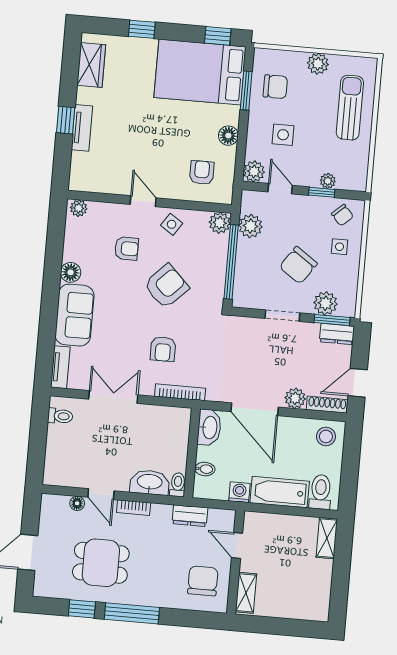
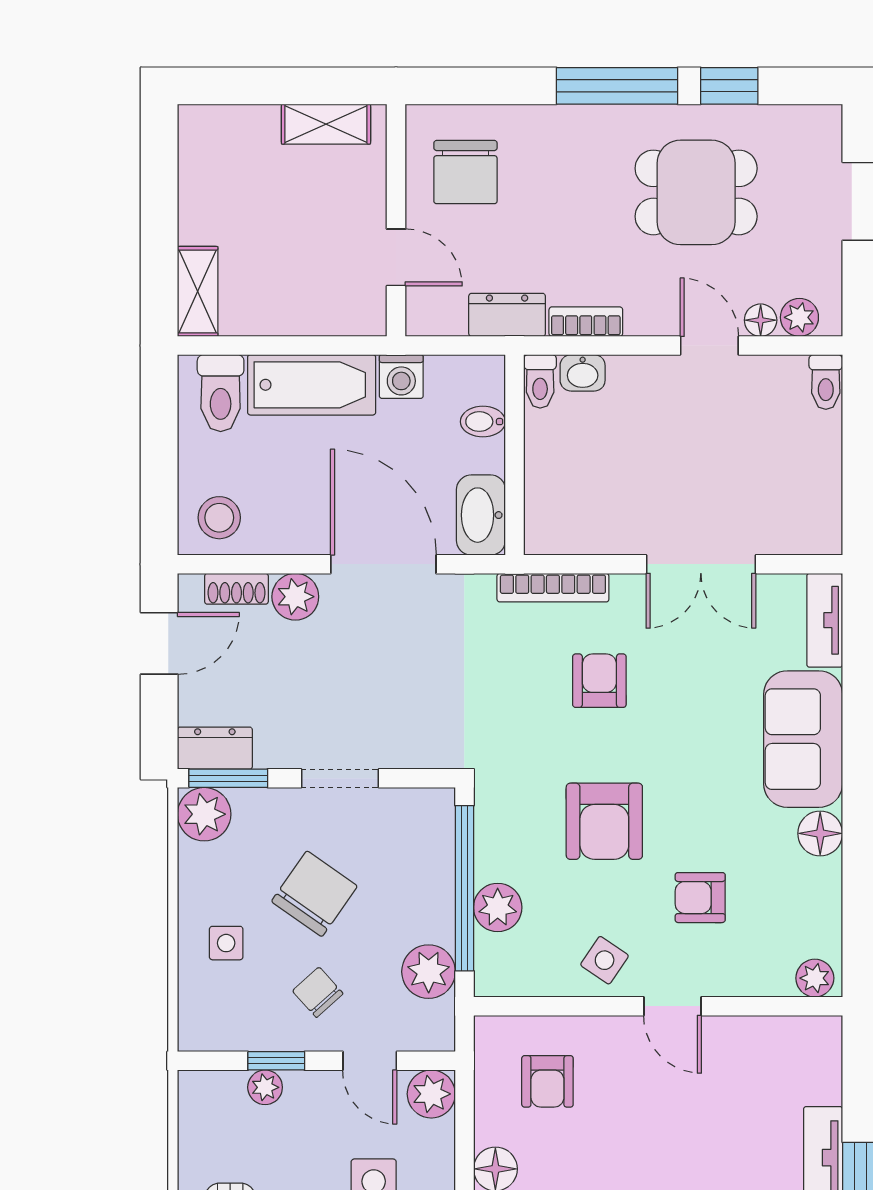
chair: (342, 215) -> (318, 992), moved
plant: (220, 223) -> (498, 907), moved
armchair: (166, 286) -> (604, 821), turned -45
plant: (326, 303) -> (204, 814), moved
shoe rack: (327, 405) -> (236, 589), width x0.70
toilet: (60, 416) -> (826, 382), moved, turned -90
washbasin: (150, 482) -> (583, 373), width x0.52, depth x0.69
plant: (60, 503) -> (799, 317), added
bookcase: (134, 508) -> (586, 322), moved
shelving: (246, 593) -> (326, 124), moved, turned 90

